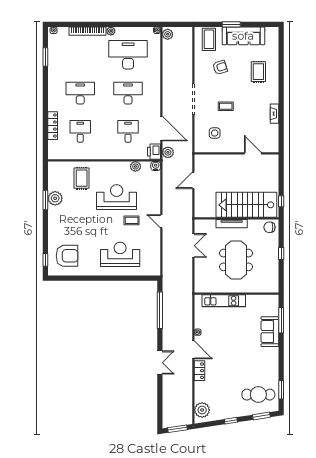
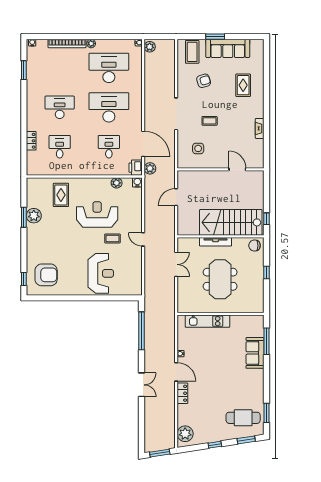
desk: (128, 93) -> (109, 107), width x1.36, depth x1.30
locker: (53, 126) -> (31, 141), width x0.66
reception desk: (120, 254) -> (101, 273), turned 90

